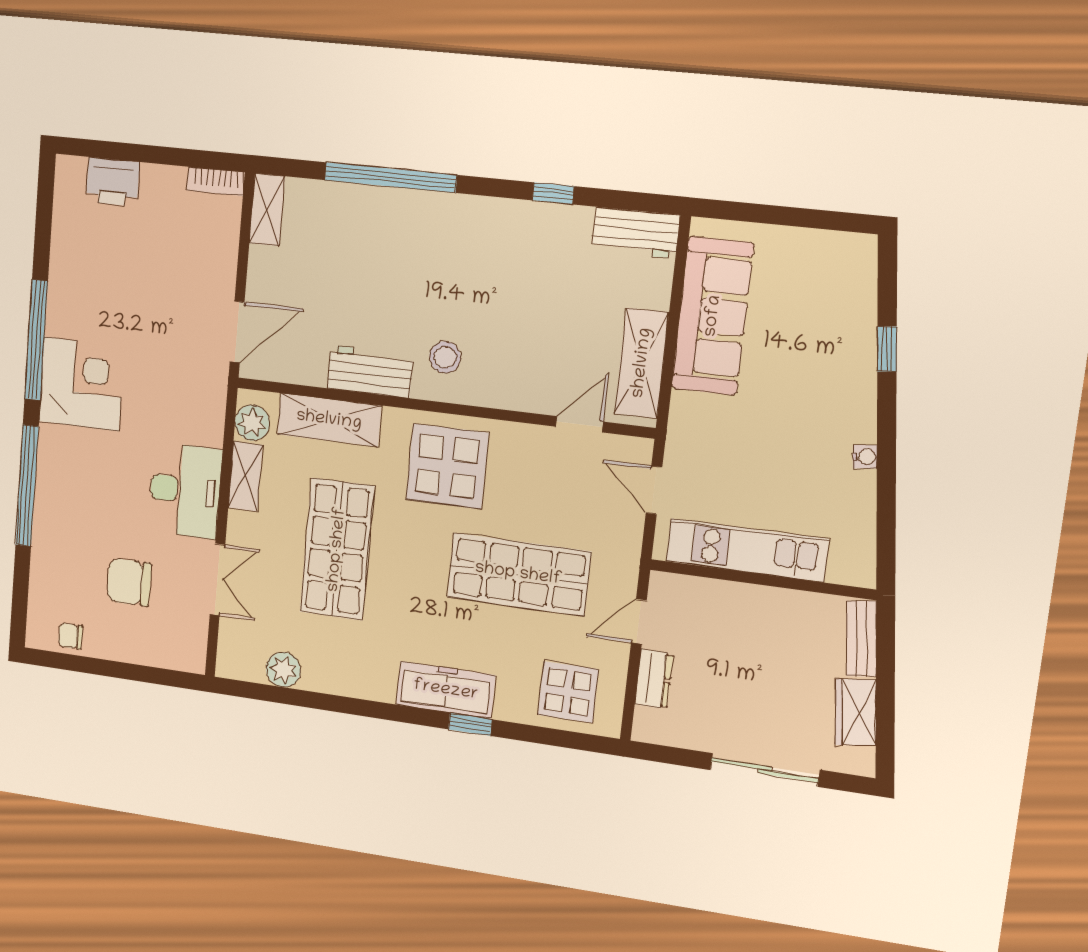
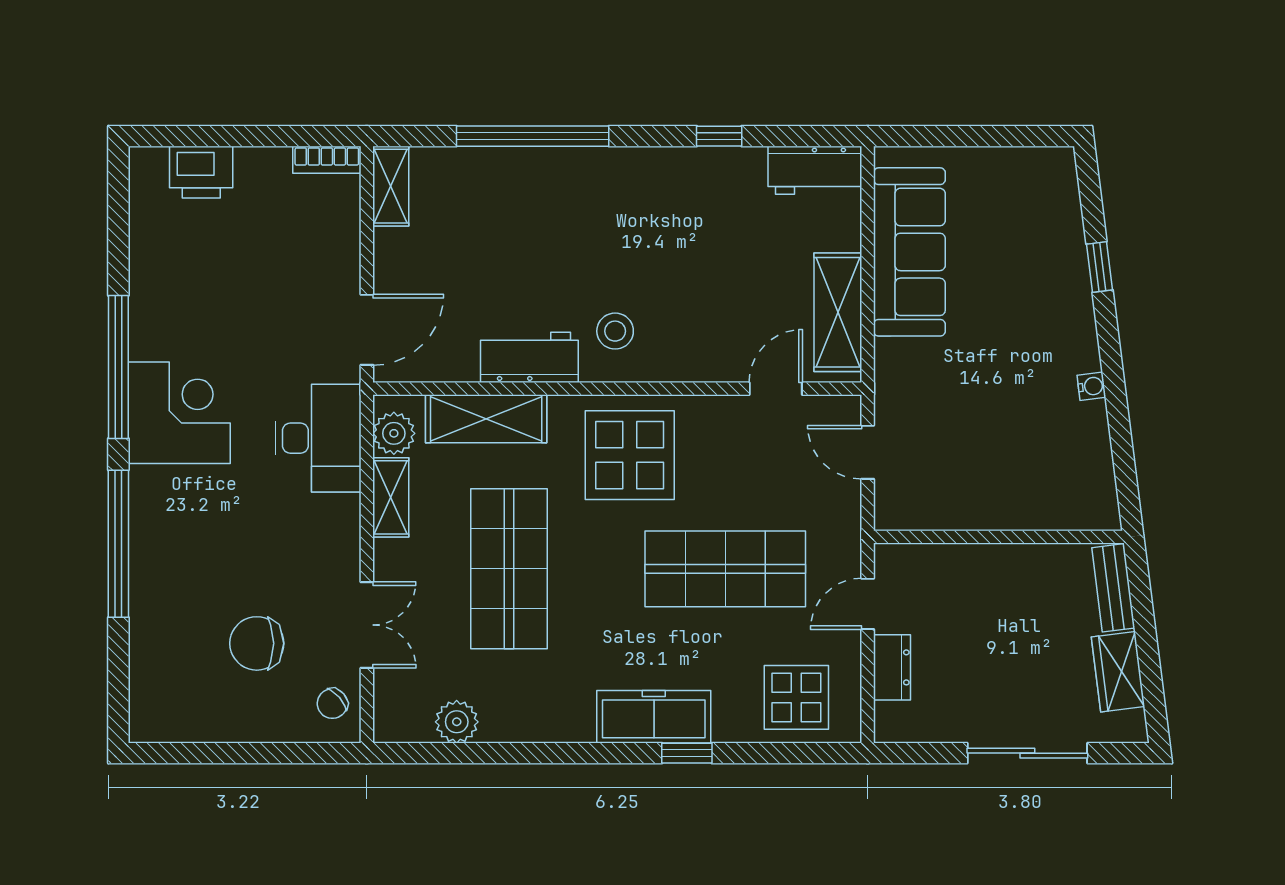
desk: (185, 490) -> (318, 438), moved
kitchen unit: (747, 550) -> (978, 506), removed
chair: (71, 636) -> (332, 704), moved, turned -41

